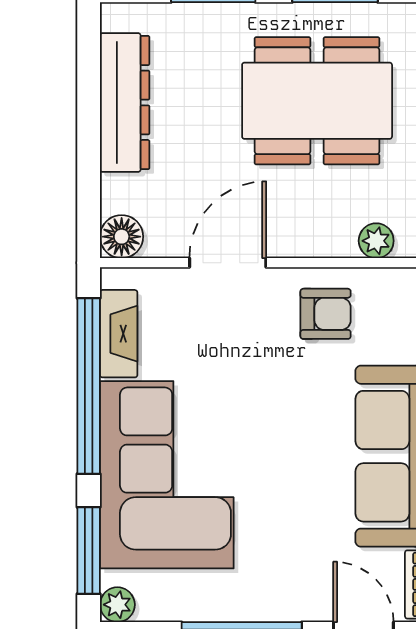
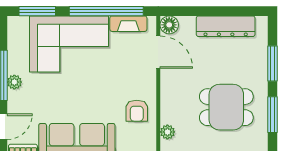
dining table: (317, 101) -> (226, 107), width x0.73
door: (228, 263) -> (158, 52), moved
plant: (117, 605) -> (14, 82), moved

